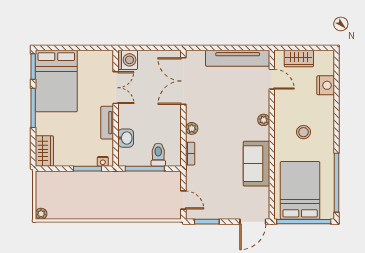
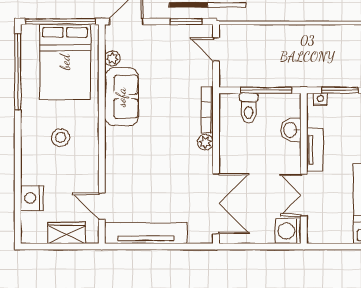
plant: (264, 120) -> (112, 58), moved
bookcase: (190, 154) -> (207, 110), width x1.56

